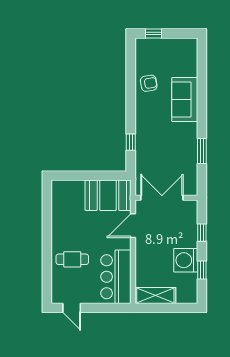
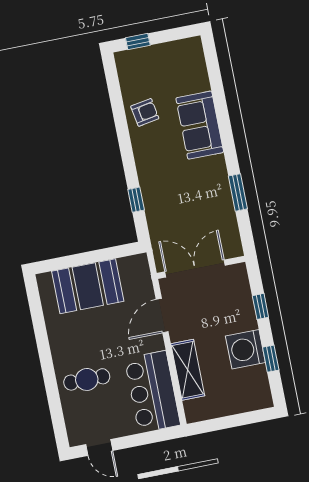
booth: (108, 195) -> (88, 286), moved
shelving: (155, 295) -> (188, 370), moved, turned 90

